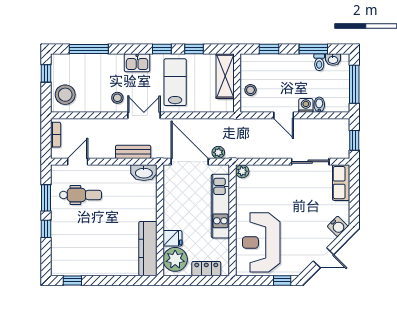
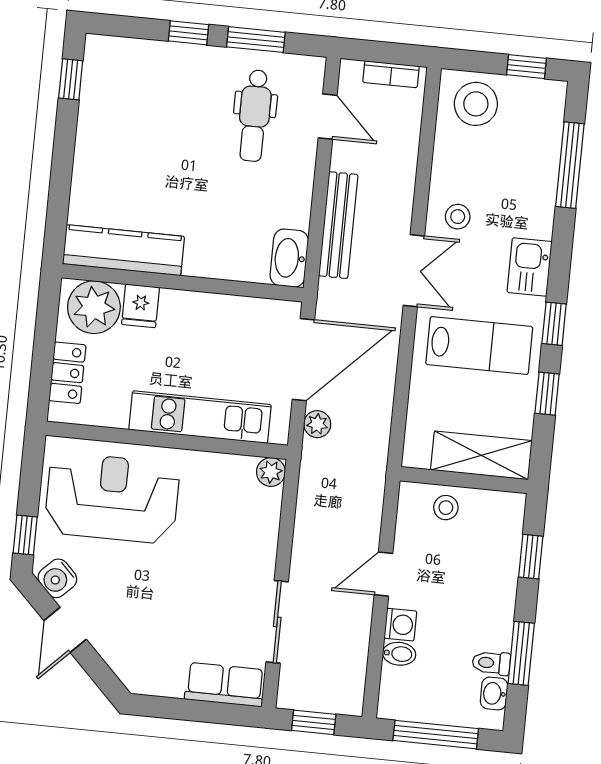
bench: (133, 152) -> (338, 225), width x1.36
water cooler: (338, 226) -> (57, 578), moved

